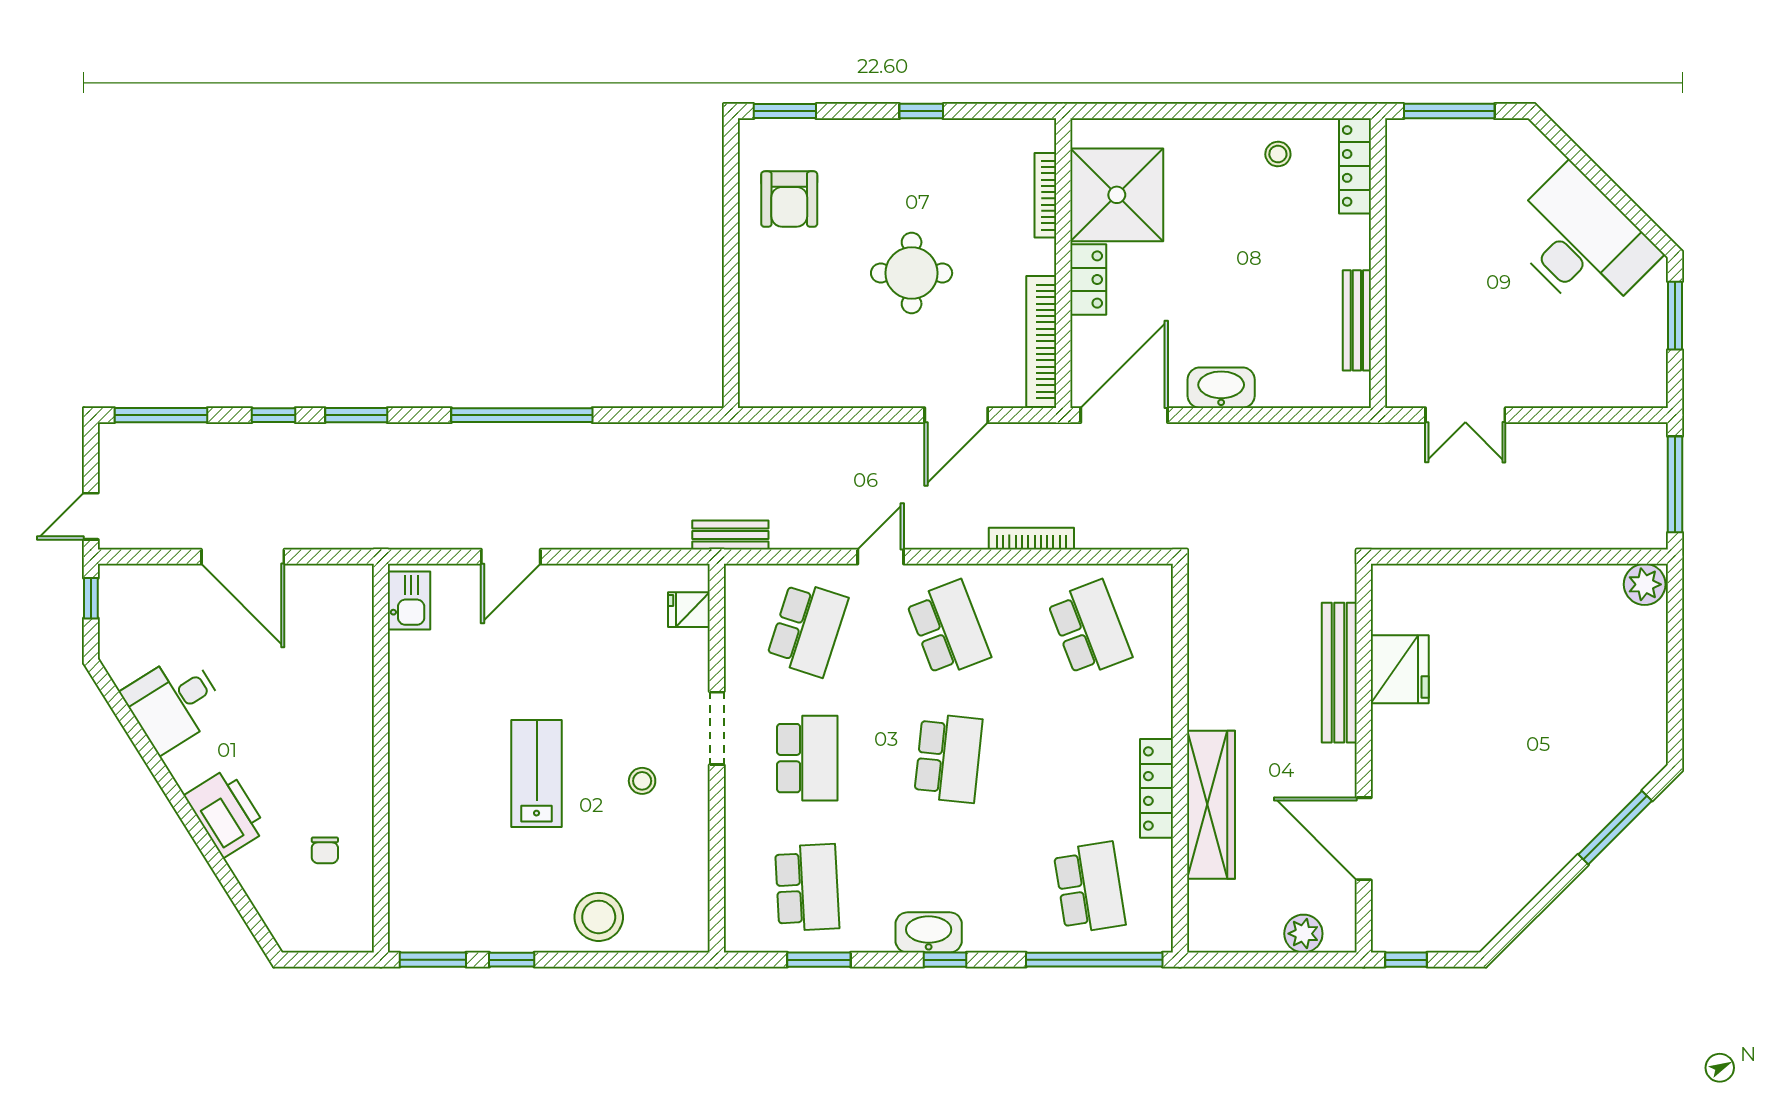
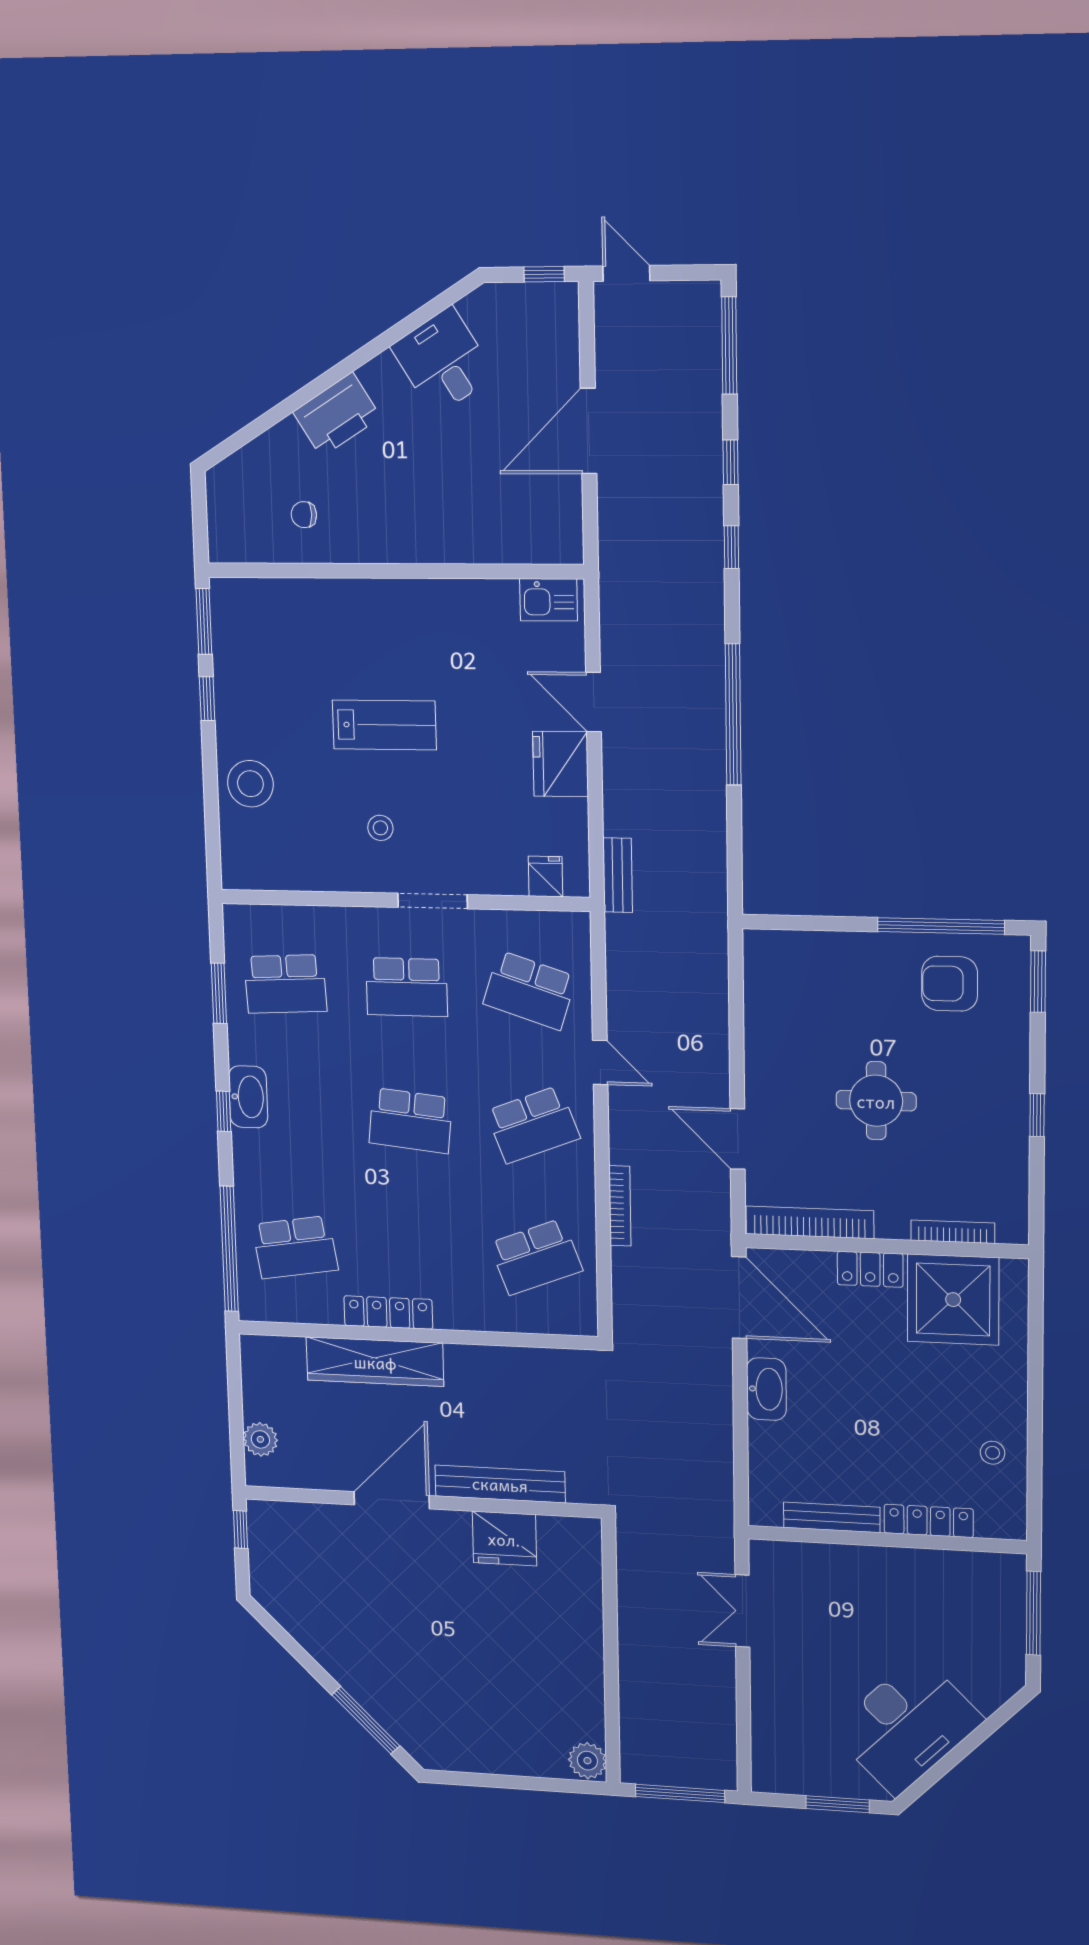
locker: (1355, 166) -> (929, 1521), moved
window: (731, 208) -> (941, 926), added
window: (356, 415) -> (731, 547), width x0.67
bench: (730, 535) -> (618, 875), moved
fridge: (574, 592) -> (561, 764), added
door: (1364, 839) -> (392, 1500), moved

